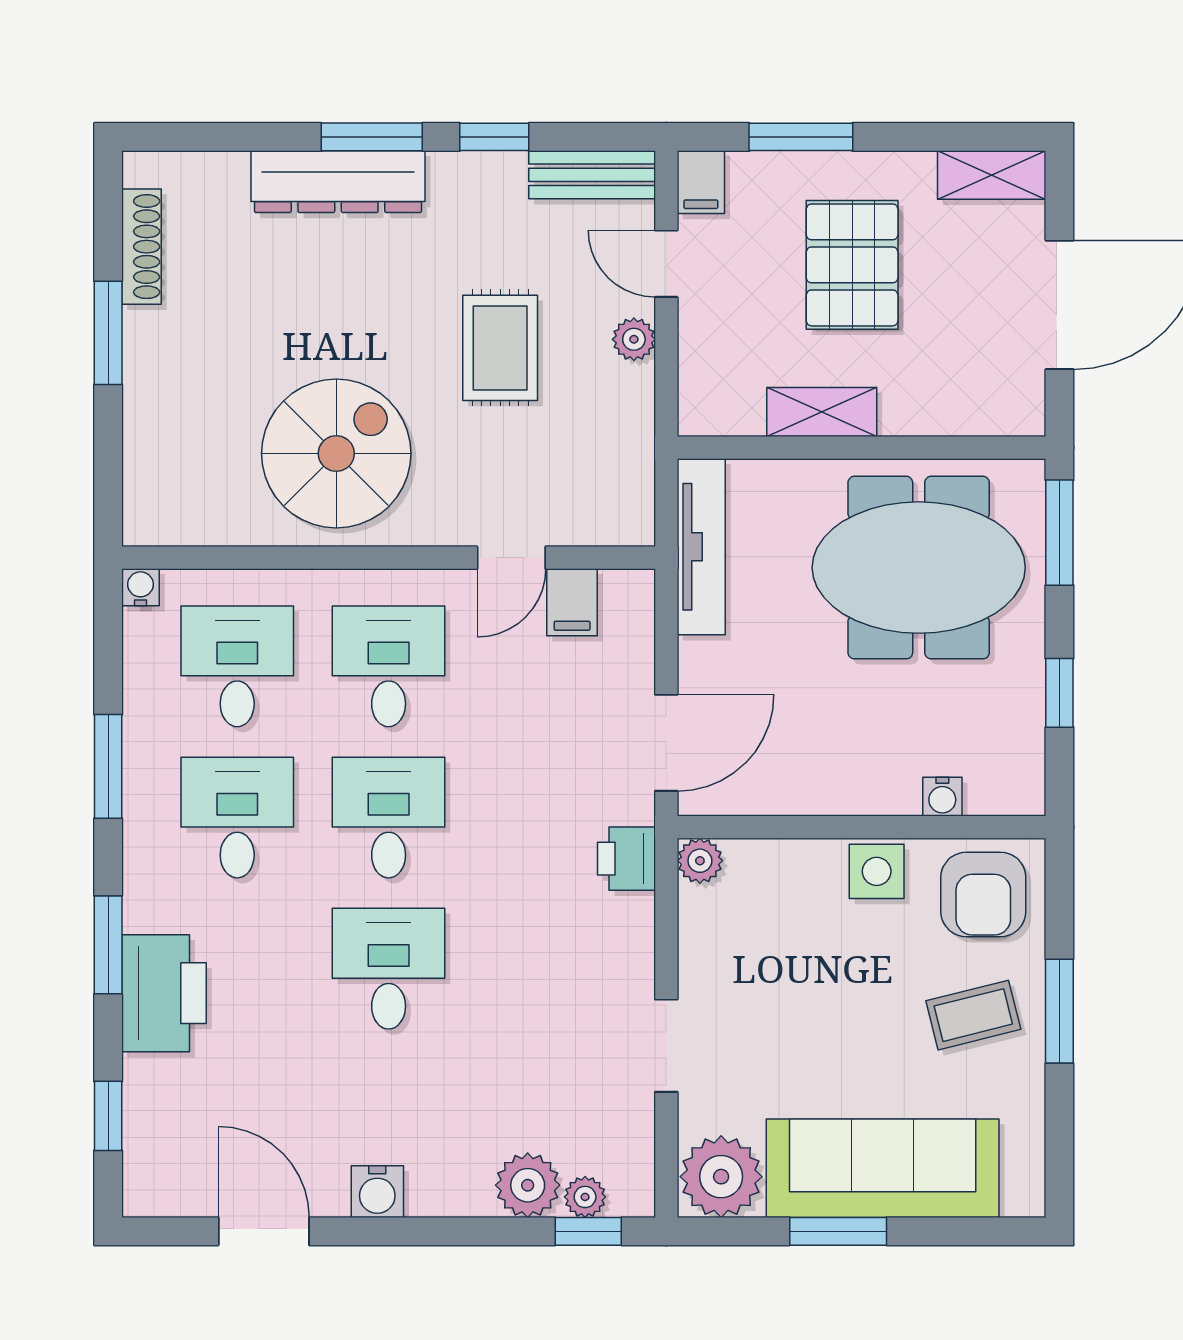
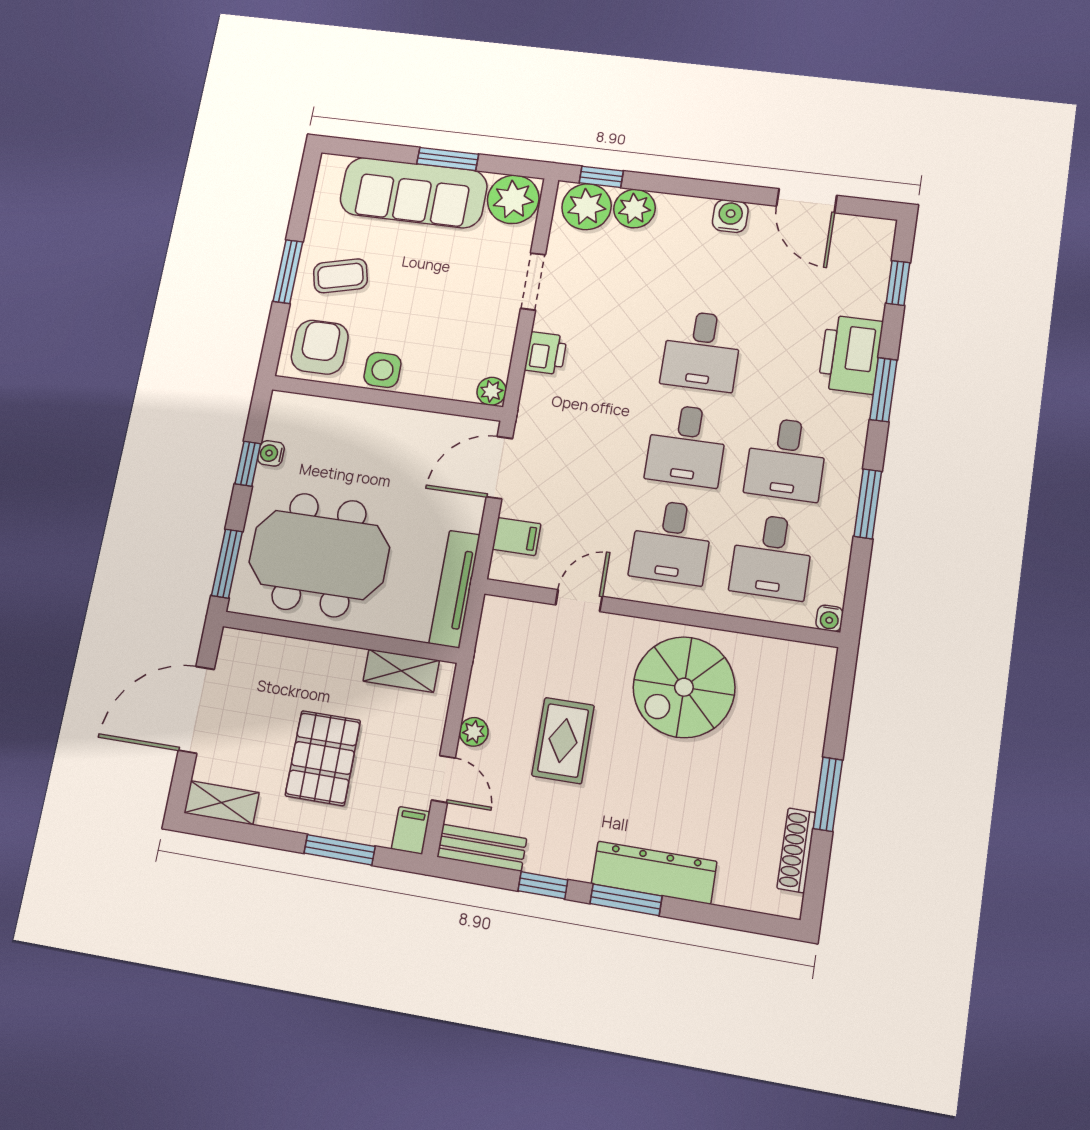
shelving: (822, 412) -> (401, 671), moved
filing cabinet: (572, 602) -> (516, 537), moved, turned 90
water cooler: (942, 797) -> (271, 453), moved, turned -90
printer: (626, 859) -> (546, 353), moved
plant: (585, 1197) -> (587, 207), width x1.88, depth x1.88

